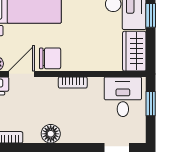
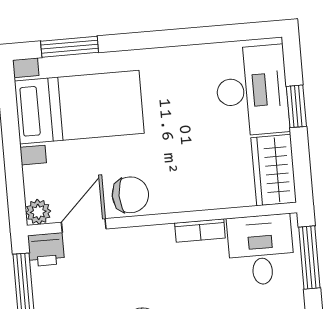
bookcase: (73, 82) -> (200, 230), moved
window: (151, 104) -> (309, 258), width x1.50

